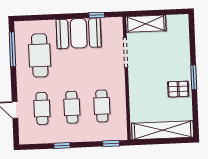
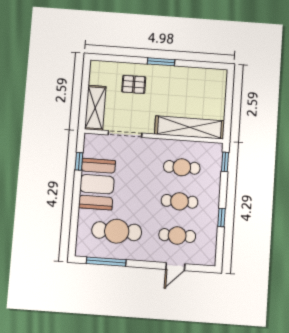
pallet: (178, 89) -> (134, 84), moved, turned 90
shelving: (163, 130) -> (190, 127), moved, turned 90

